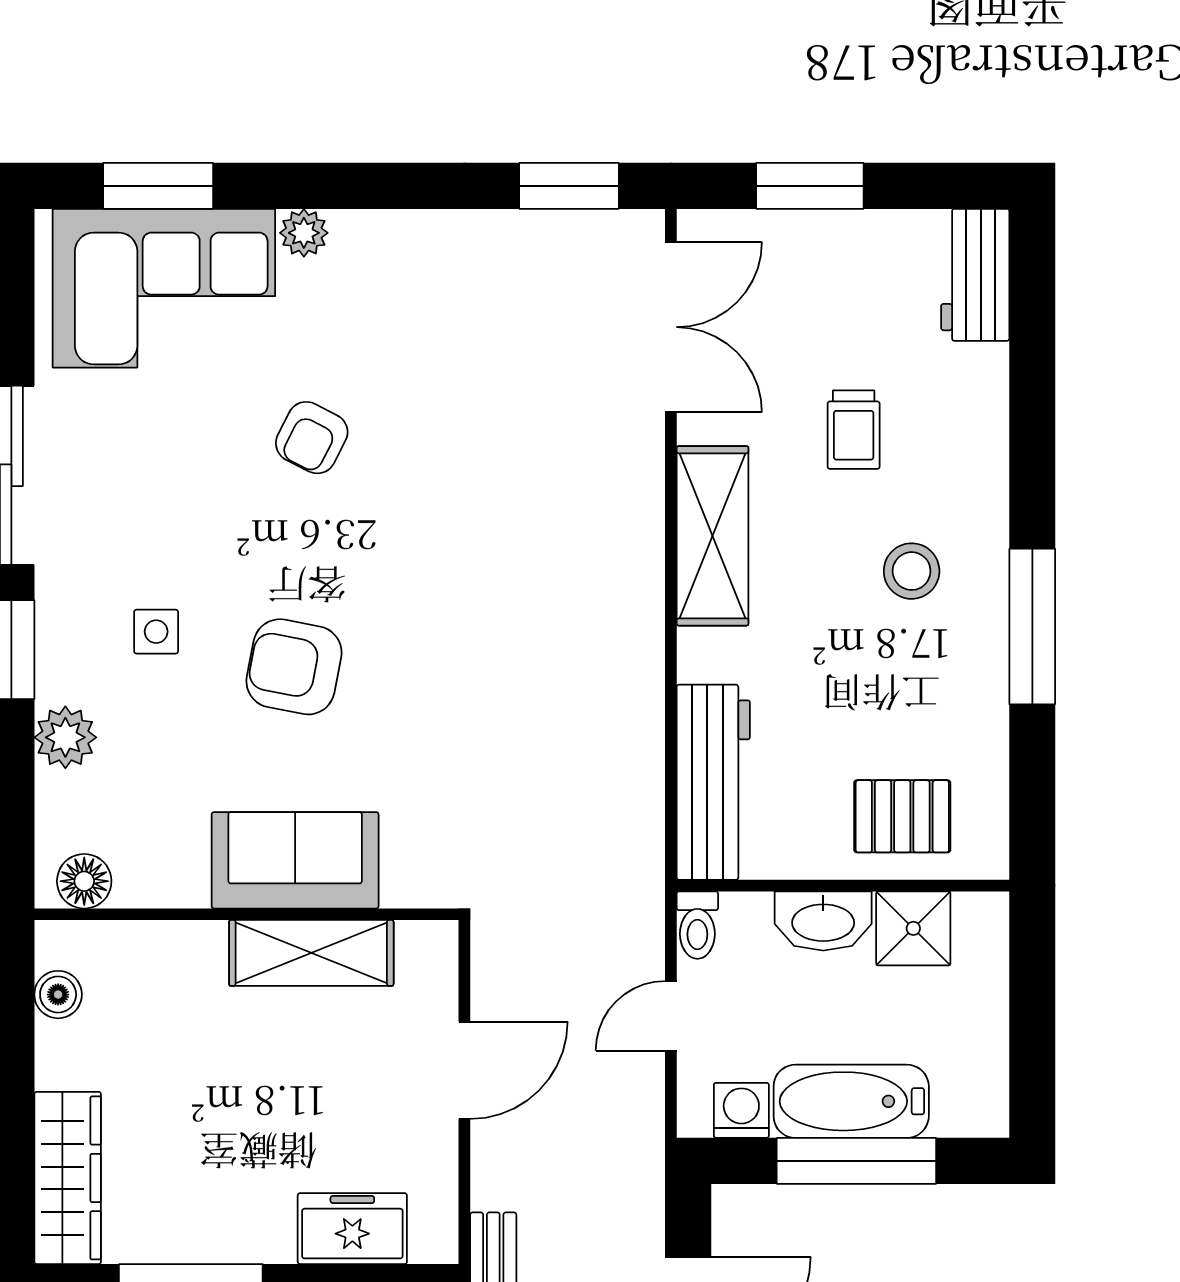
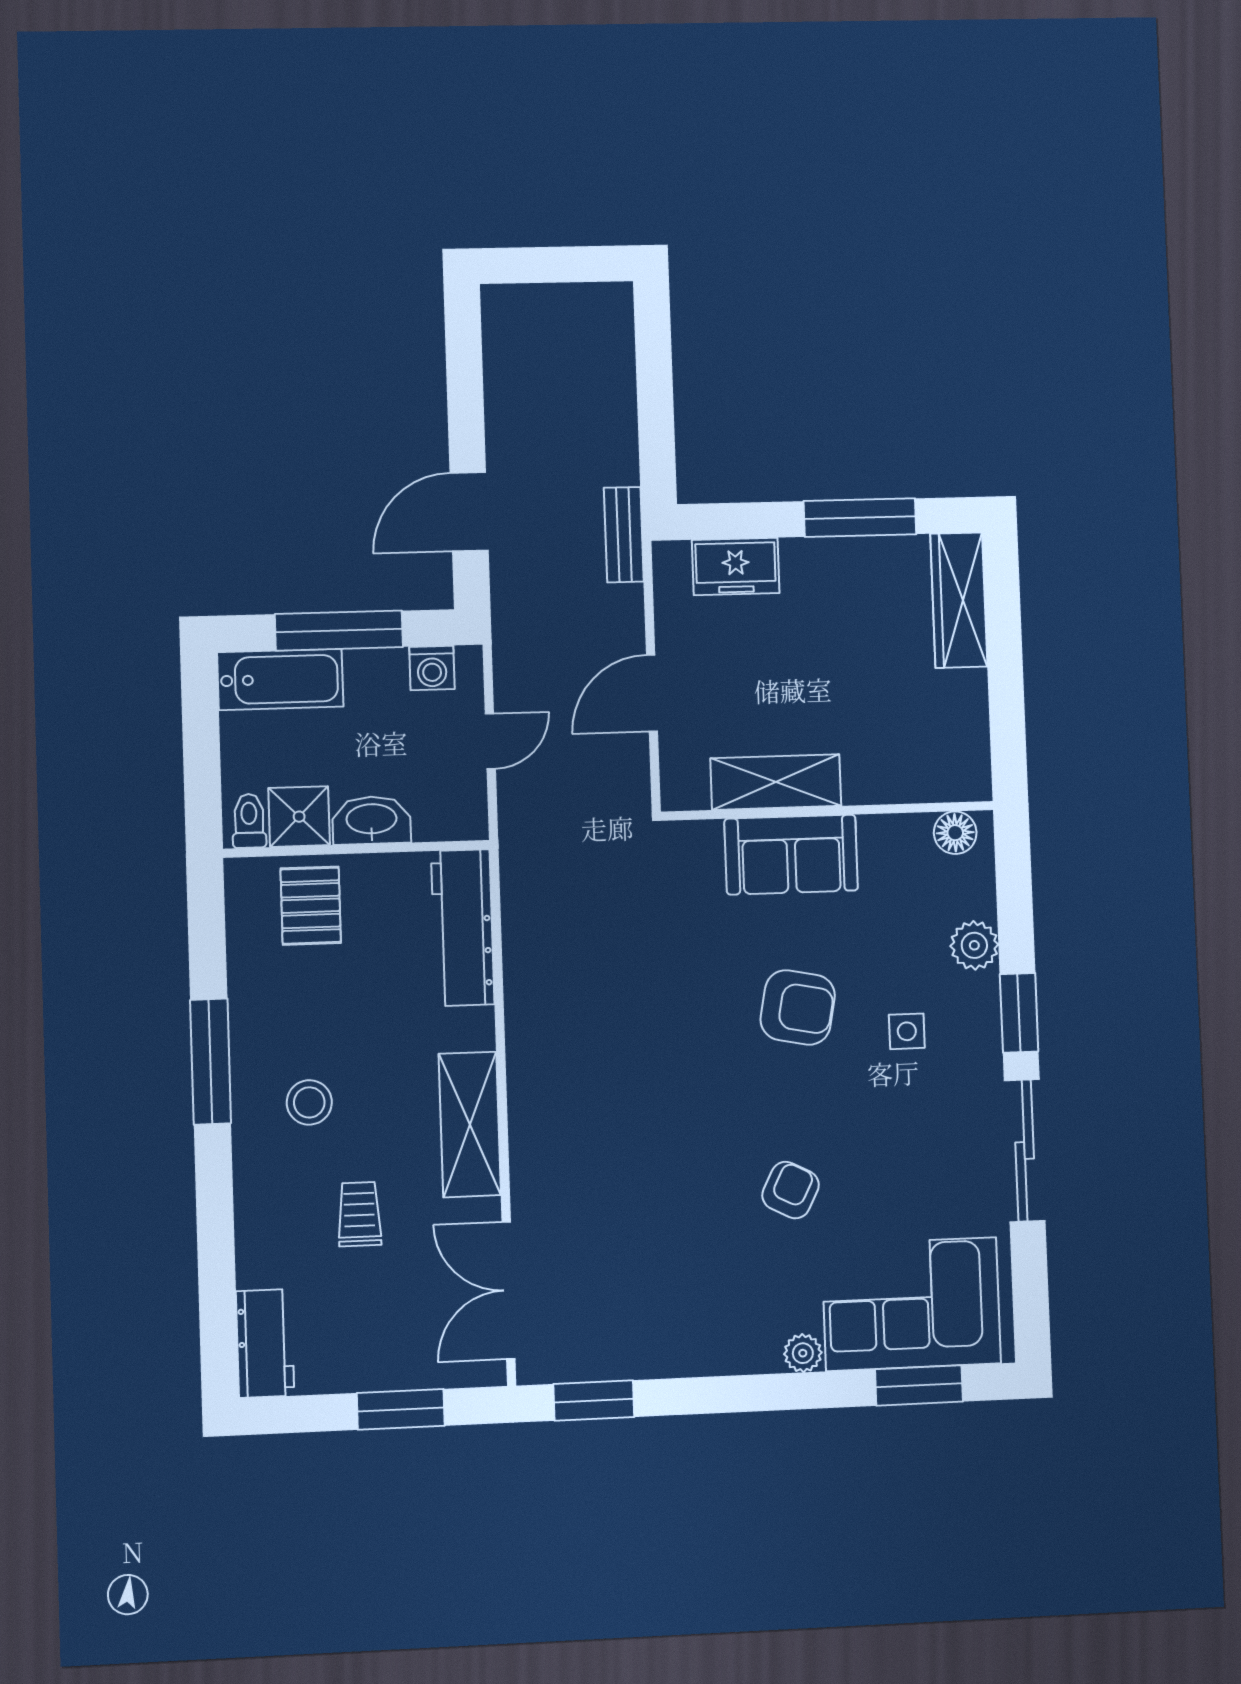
pallet: (902, 816) -> (311, 906), turned 90
toilet: (697, 925) -> (249, 821), moved
boiler: (58, 995) -> (972, 743), removed
bathtub: (851, 1101) -> (280, 679), moved

